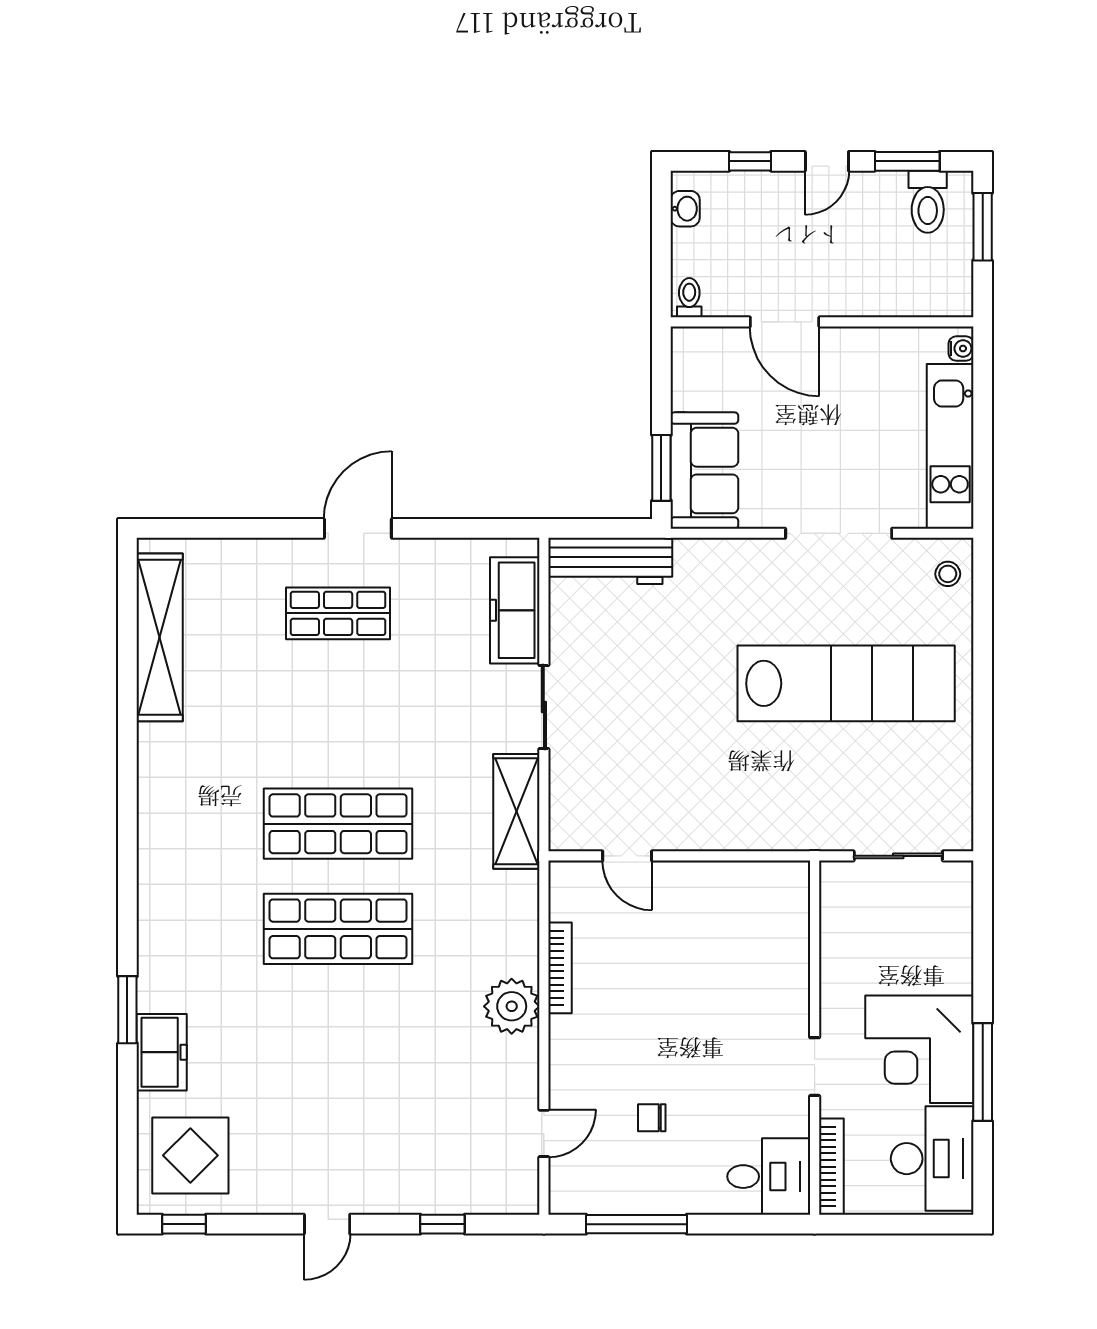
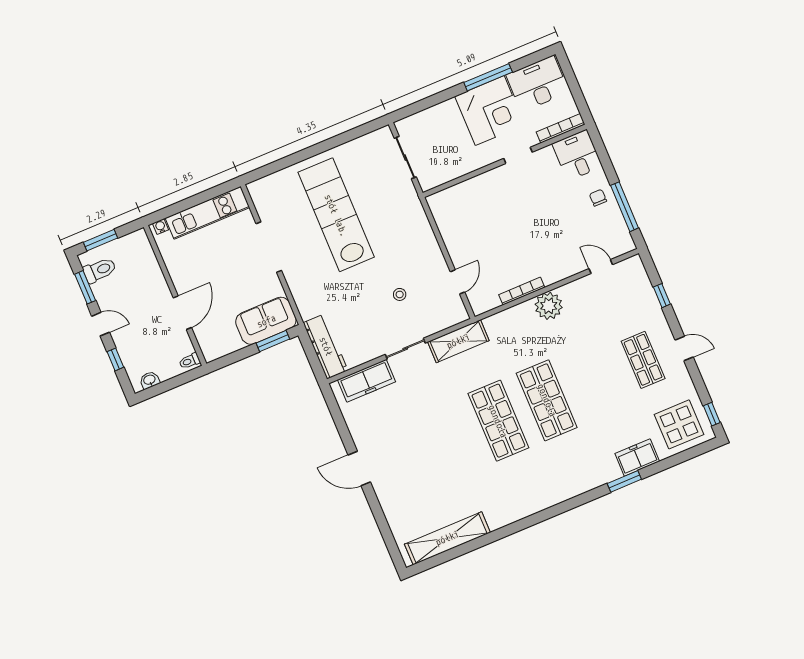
stool: (948, 574) -> (400, 294), moved
shop shelf: (338, 613) -> (643, 360), moved
chair: (652, 1118) -> (598, 198), moved, turned 180

